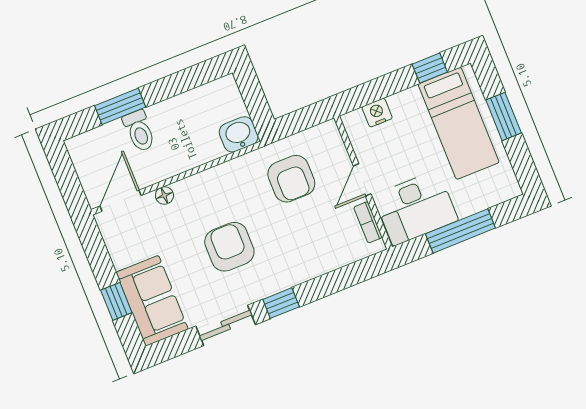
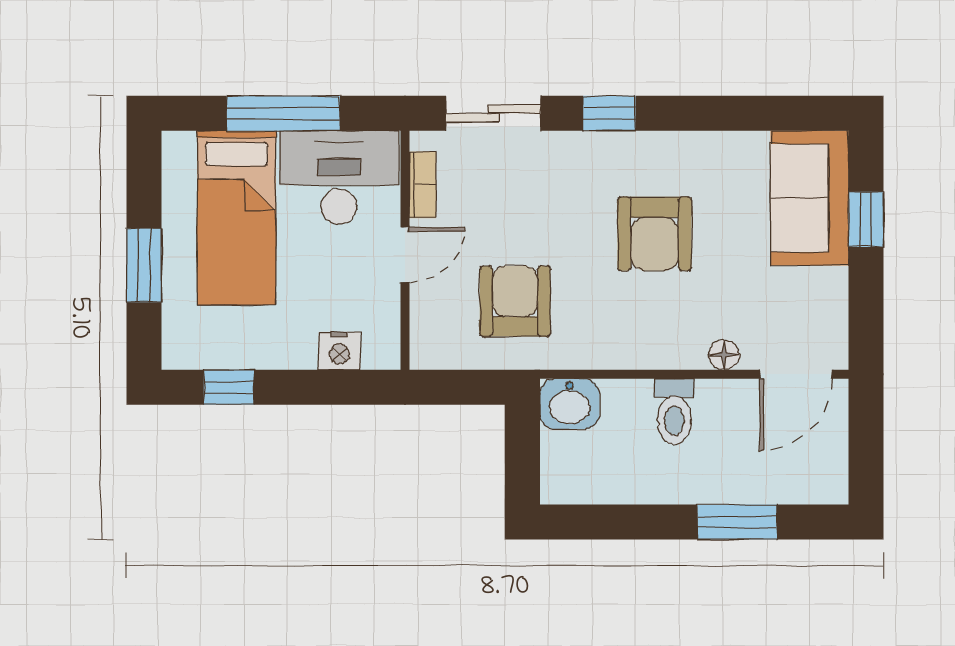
bed: (459, 123) -> (237, 218), moved, turned 180
toilet: (139, 131) -> (674, 412), moved, turned 180
sliding door: (226, 325) -> (493, 113), moved

